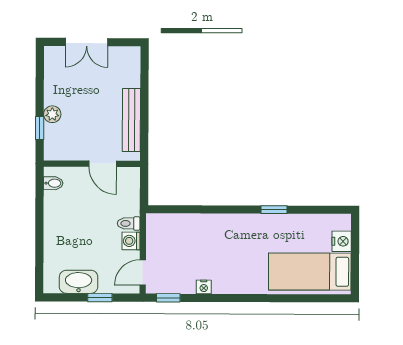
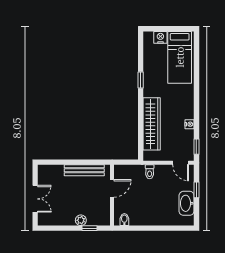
wardrobe: (204, 227) -> (152, 124), added
washing machine: (131, 241) -> (161, 170), removed

